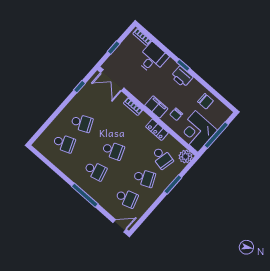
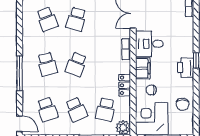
desk: (153, 58) -> (149, 44), moved, turned 180
school desk: (82, 123) -> (76, 19), turned 39
school desk: (113, 150) -> (76, 64), turned 42

